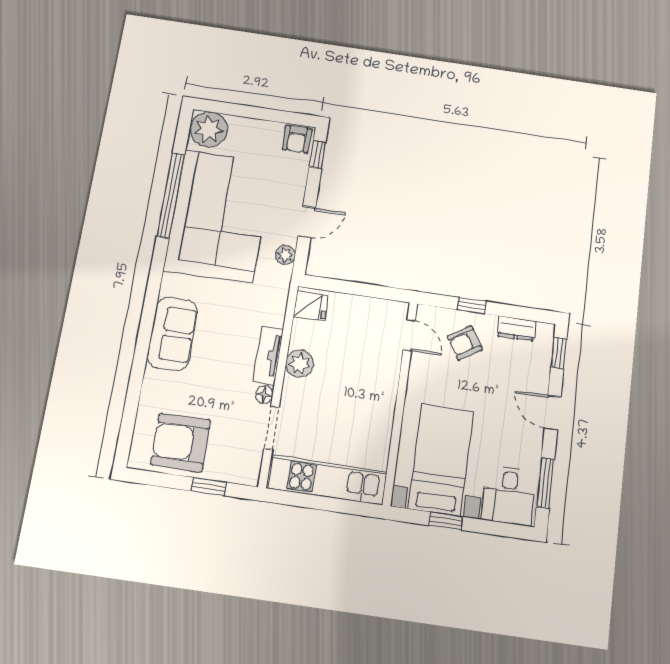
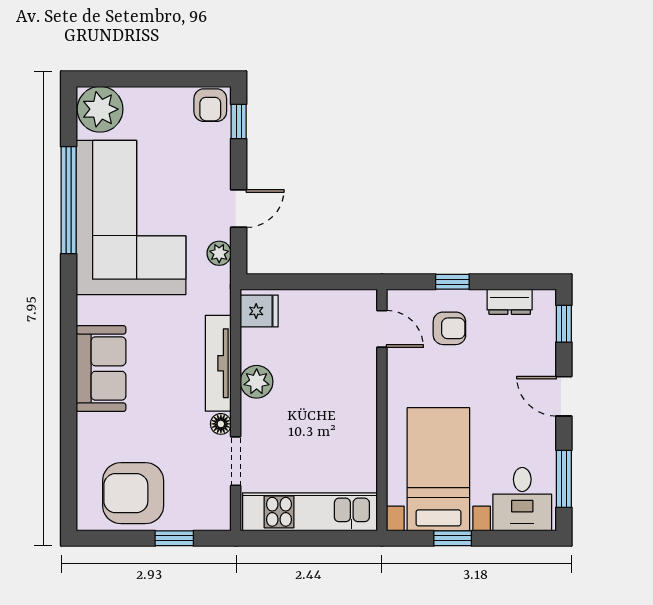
armchair: (465, 343) -> (449, 328), turned -148
tv unit: (268, 355) -> (218, 363), width x1.41

